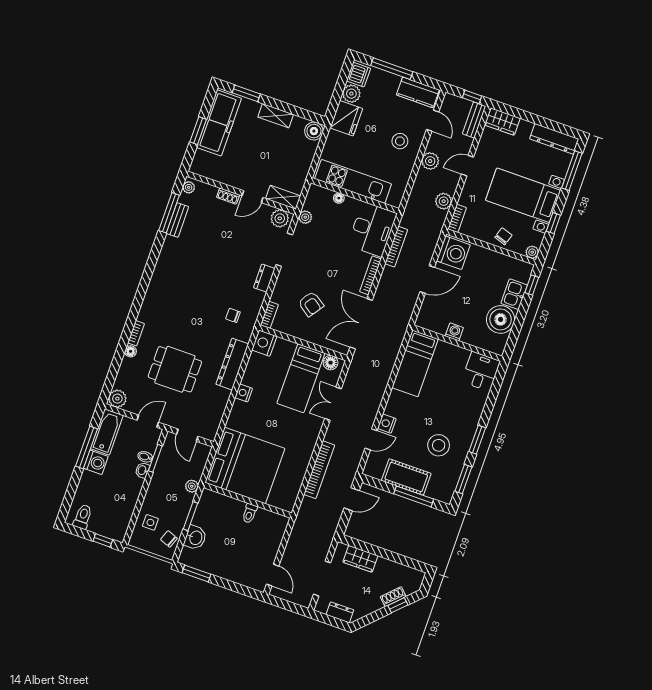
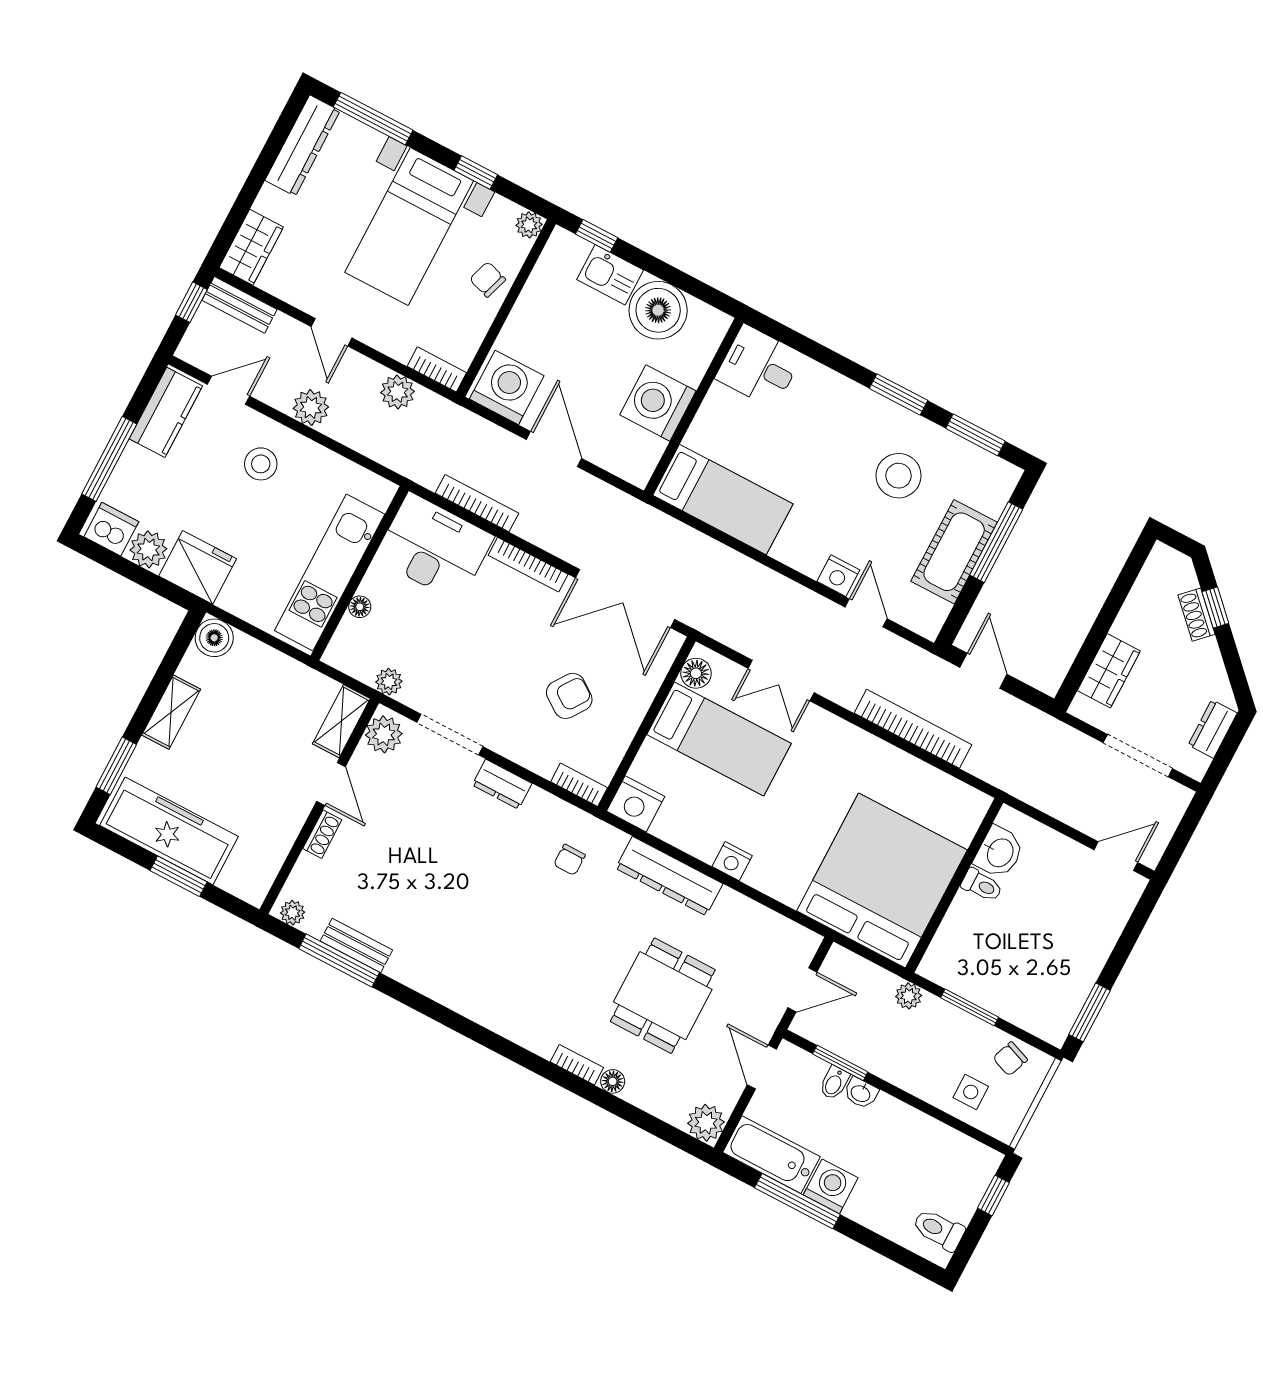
washing machine: (454, 332) -> (658, 403), width x1.89, depth x1.89
washbasin: (195, 538) -> (999, 852), moved, turned 90

